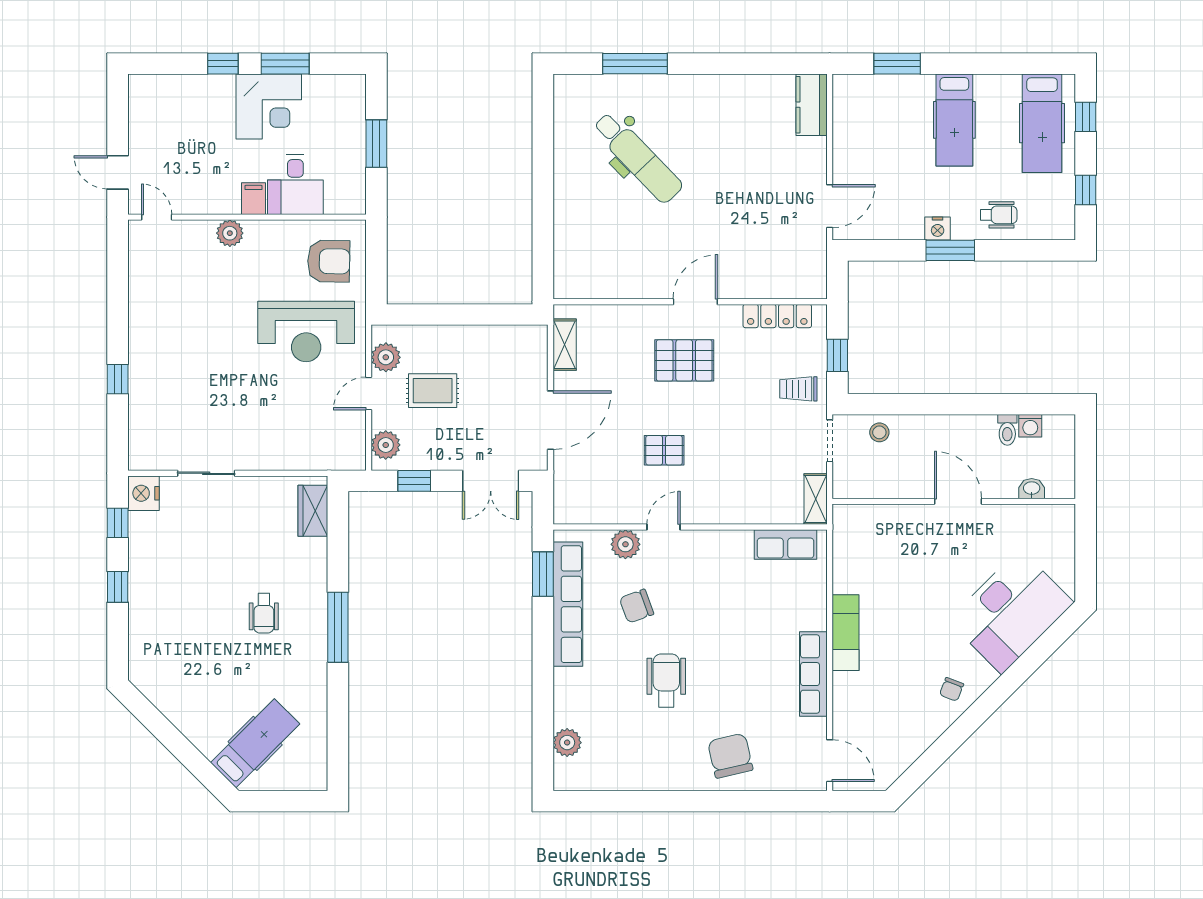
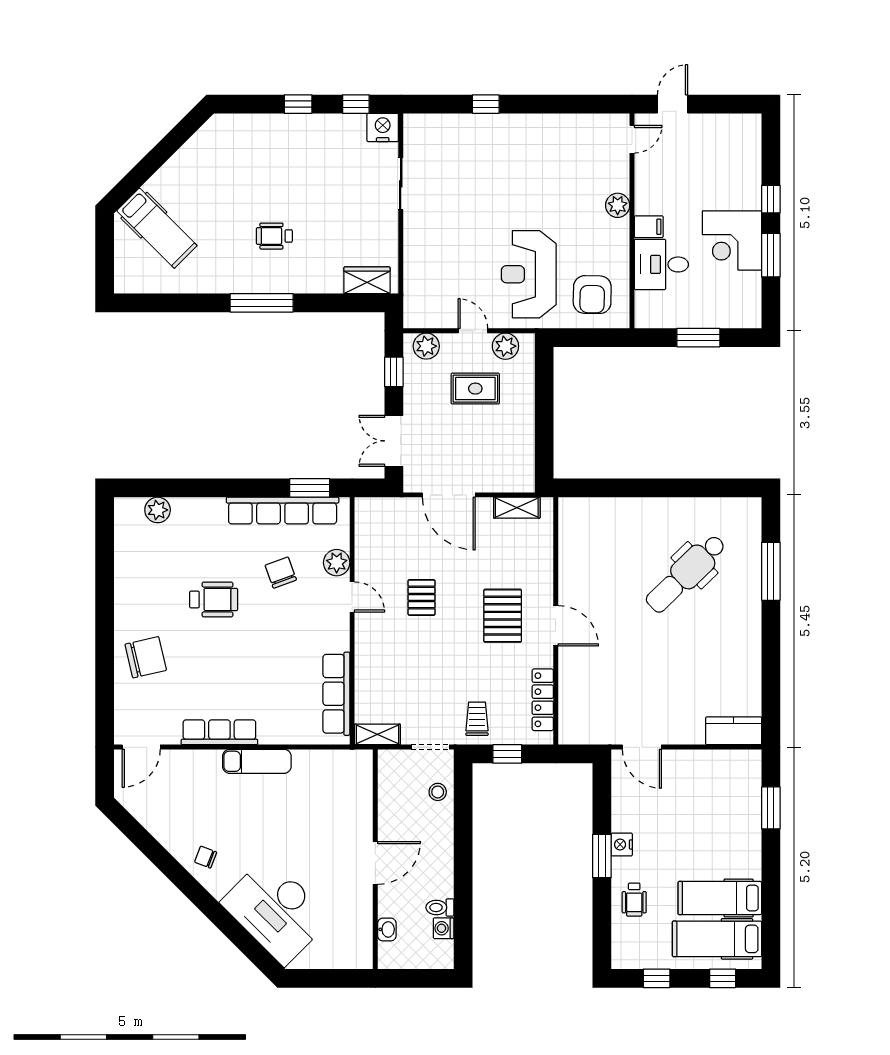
hospital bed: (954, 120) -> (720, 898), moved
rug: (433, 391) -> (475, 389), turned 90
row of seats: (785, 544) -> (336, 694), width x1.48

